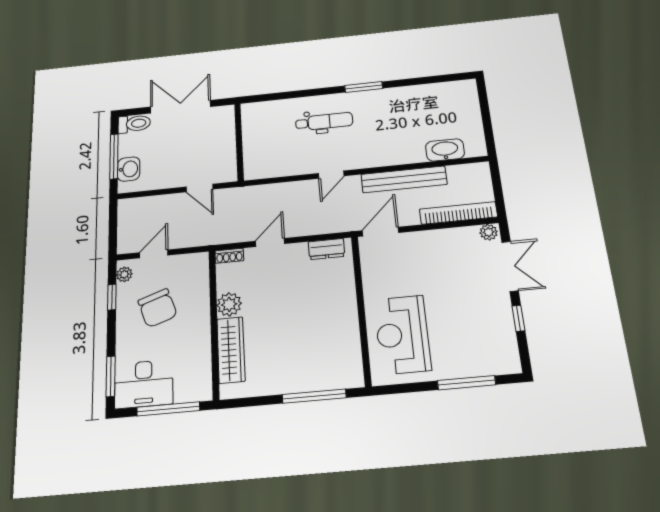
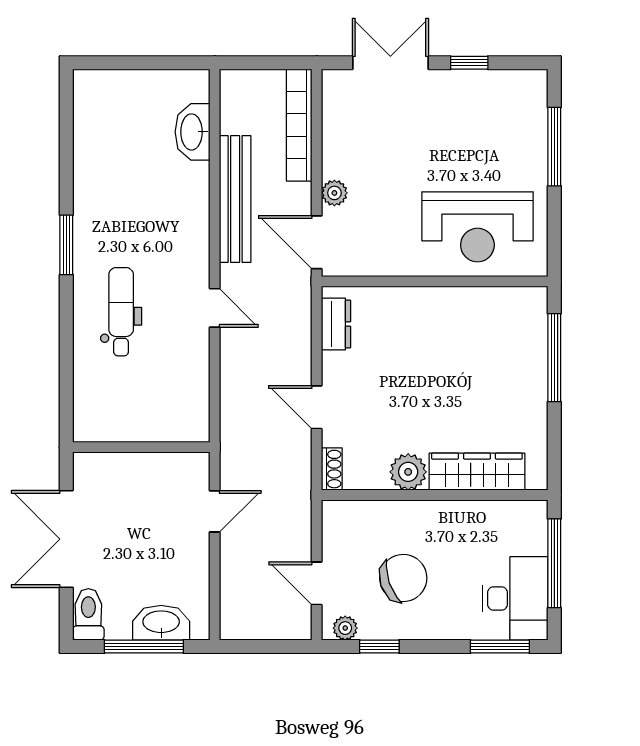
washbasin: (129, 169) -> (161, 623), width x1.38
plant: (489, 232) -> (334, 193), moved

